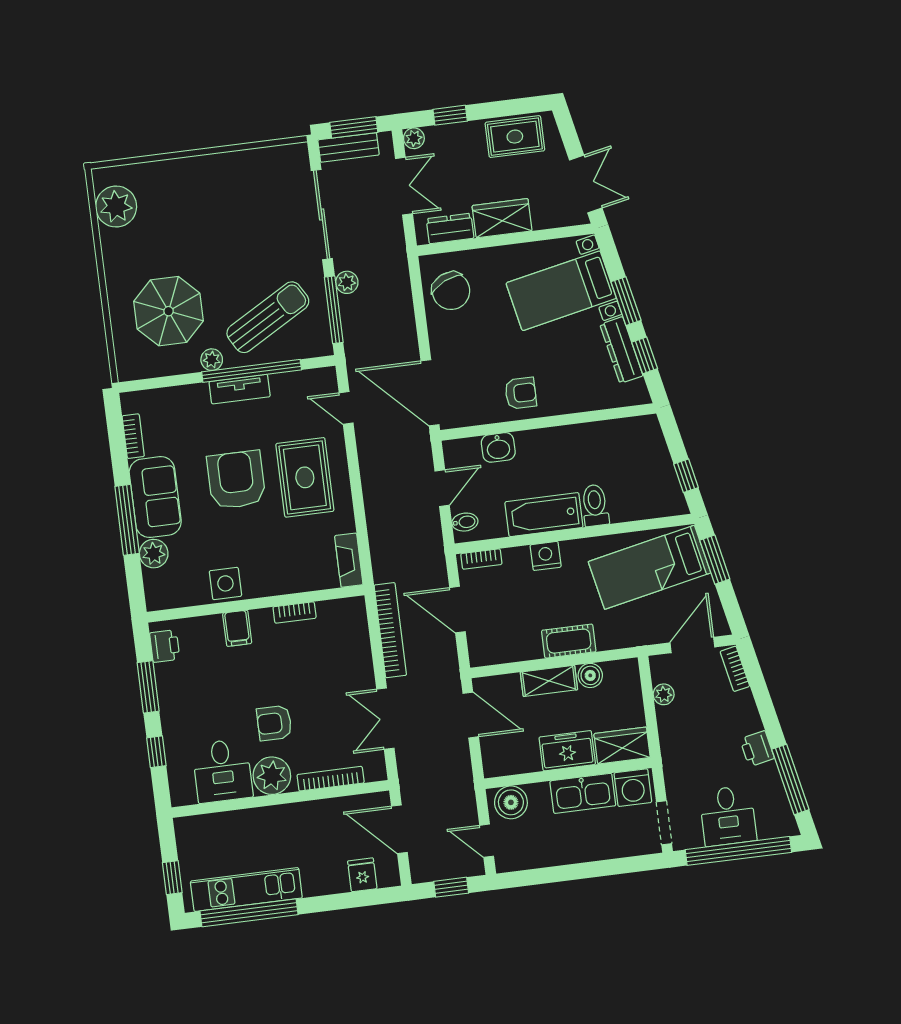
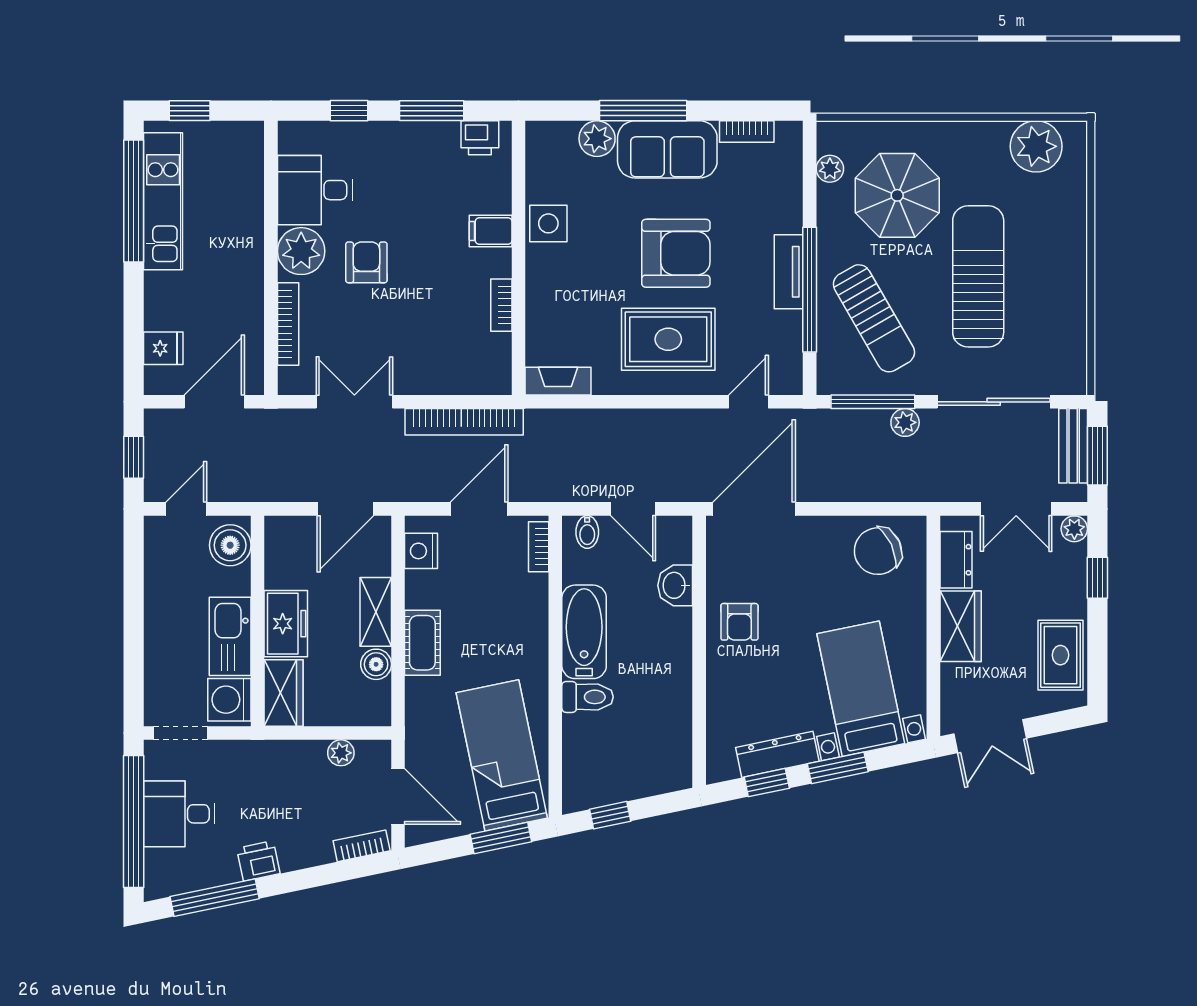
sun lounger: (224, 239) -> (978, 276), added
plant: (212, 360) -> (830, 169), moved
nightstand: (546, 556) -> (421, 551), moved, turned 180

